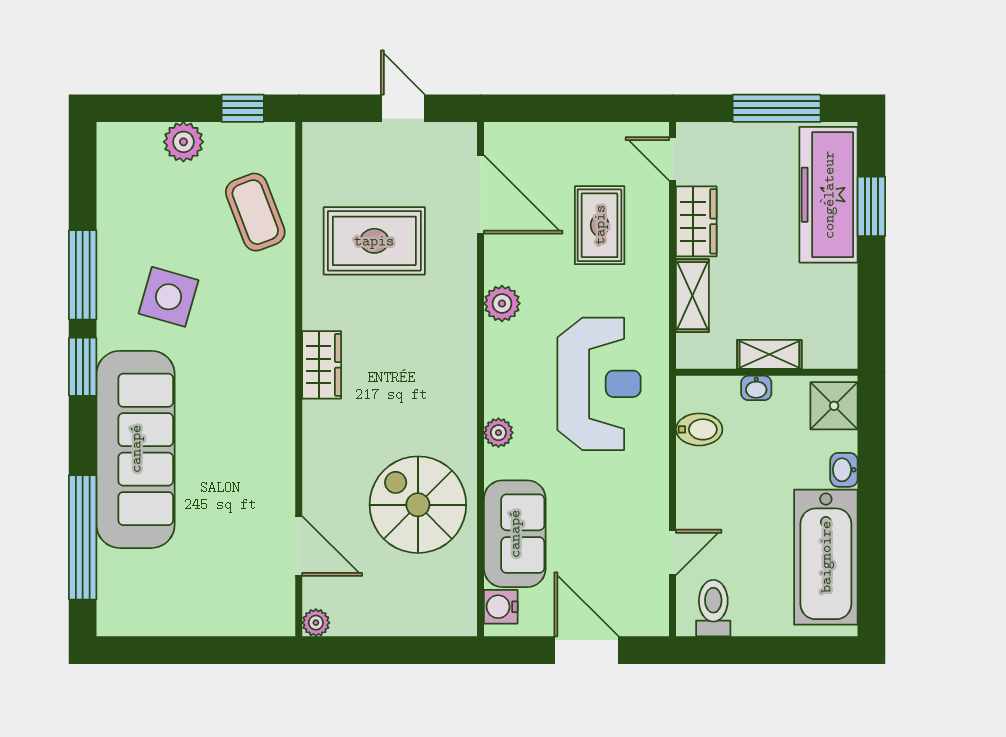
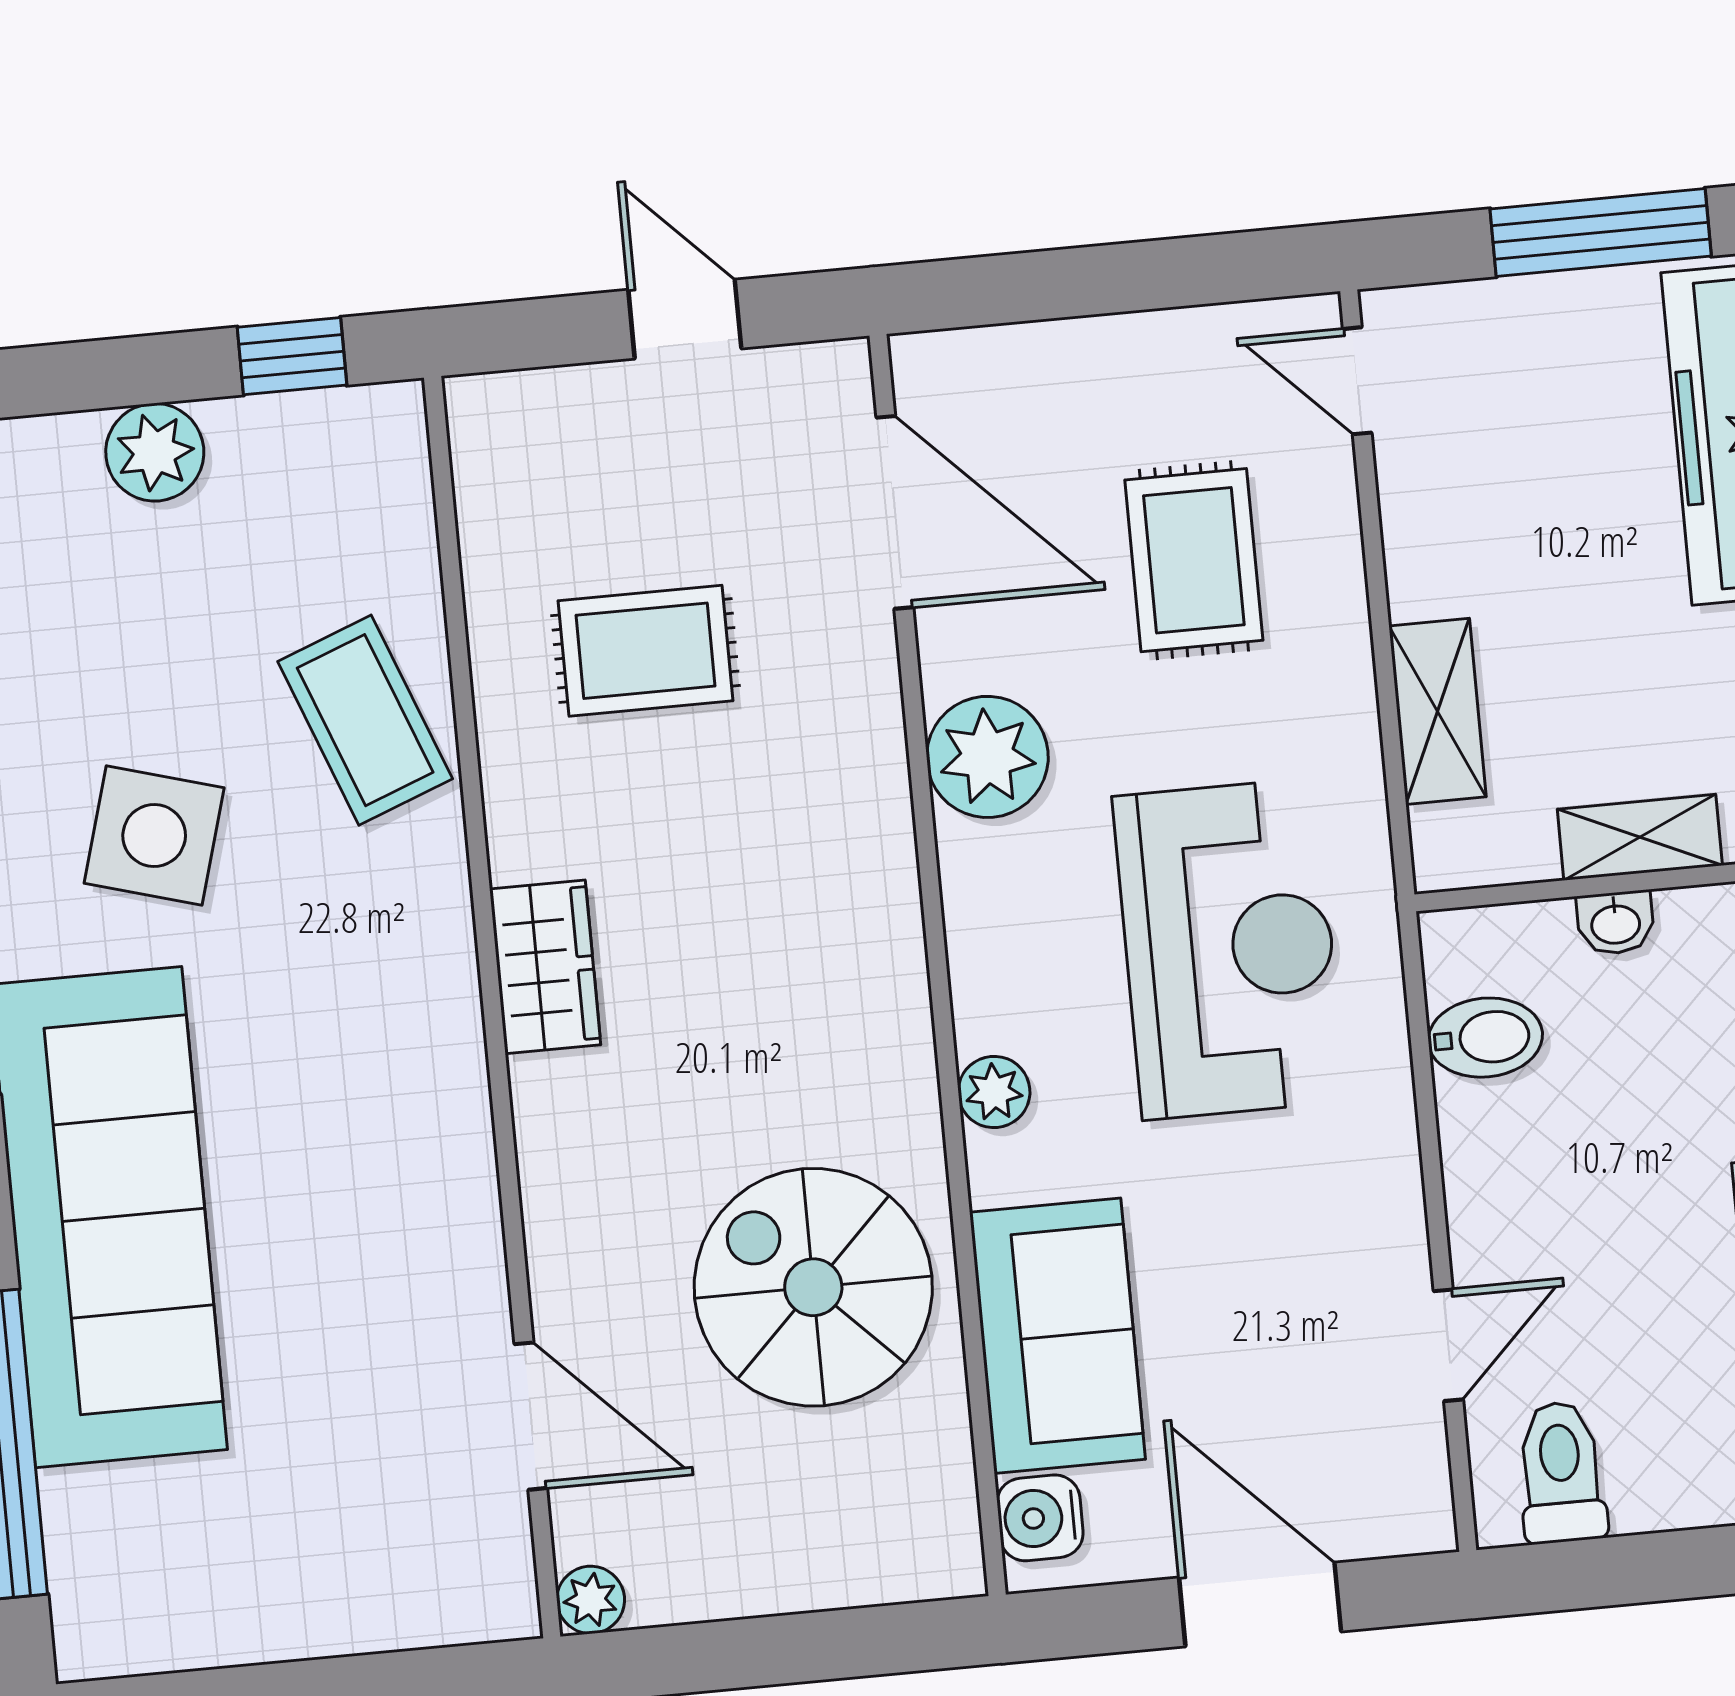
coffee table: (255, 212) -> (365, 720), moved
wardrobe: (696, 221) -> (1430, 529), removed
rug: (374, 241) -> (645, 651), width x0.73, depth x0.70
plant: (502, 303) -> (987, 757), width x1.36, depth x1.36

